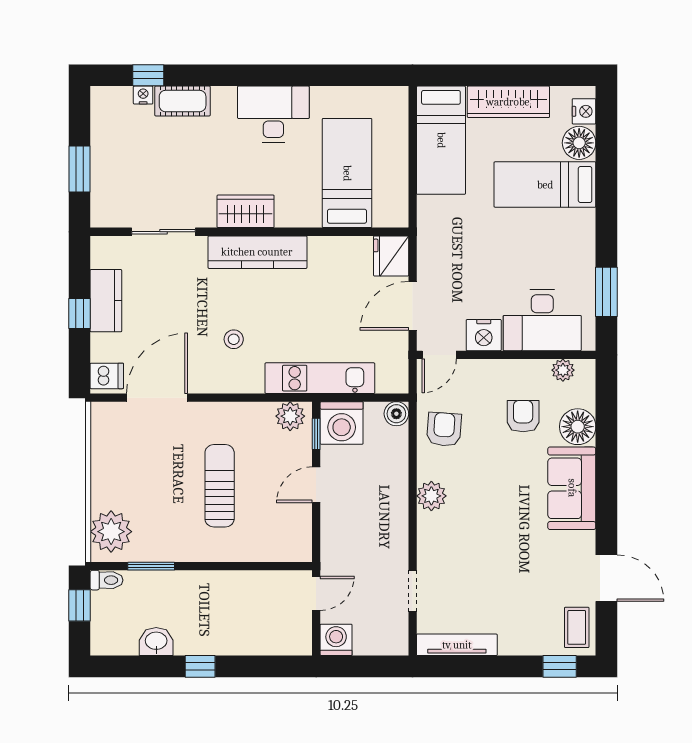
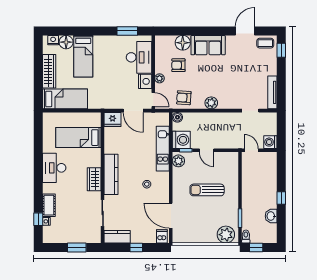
kitchen counter: (106, 301) -> (117, 237), moved
plant: (563, 370) -> (159, 78), moved

